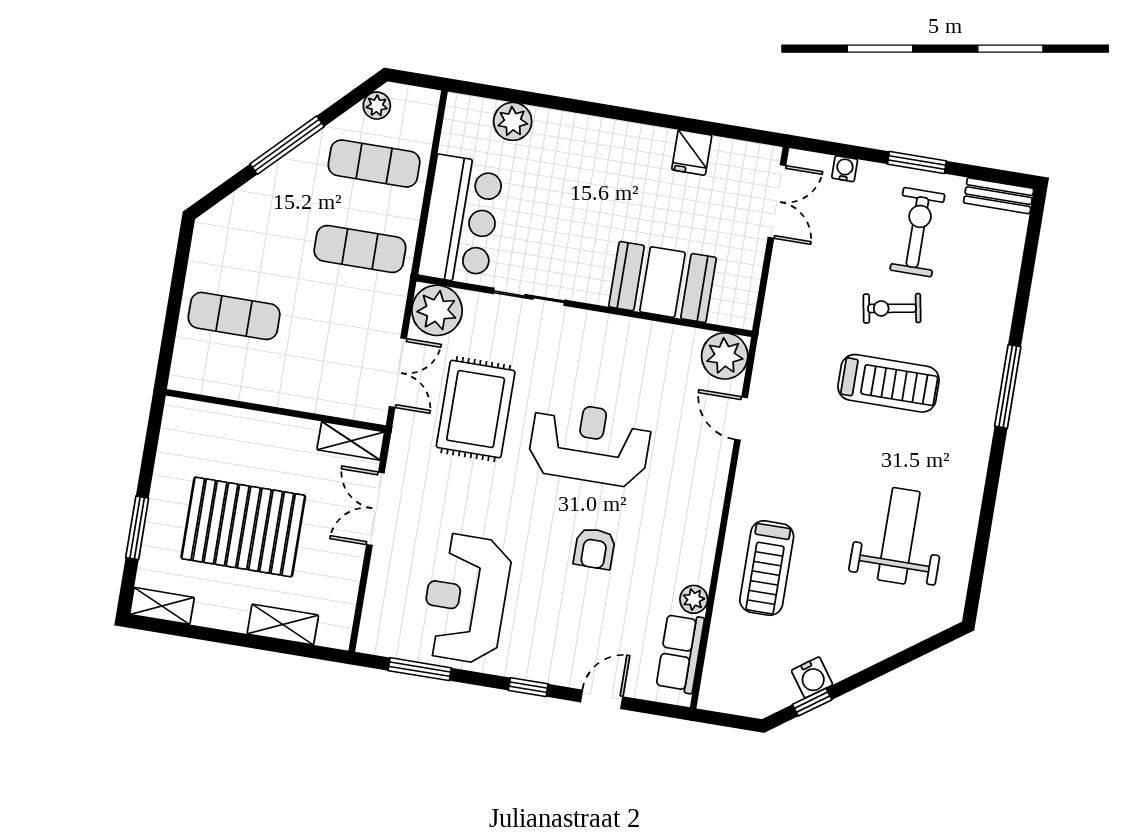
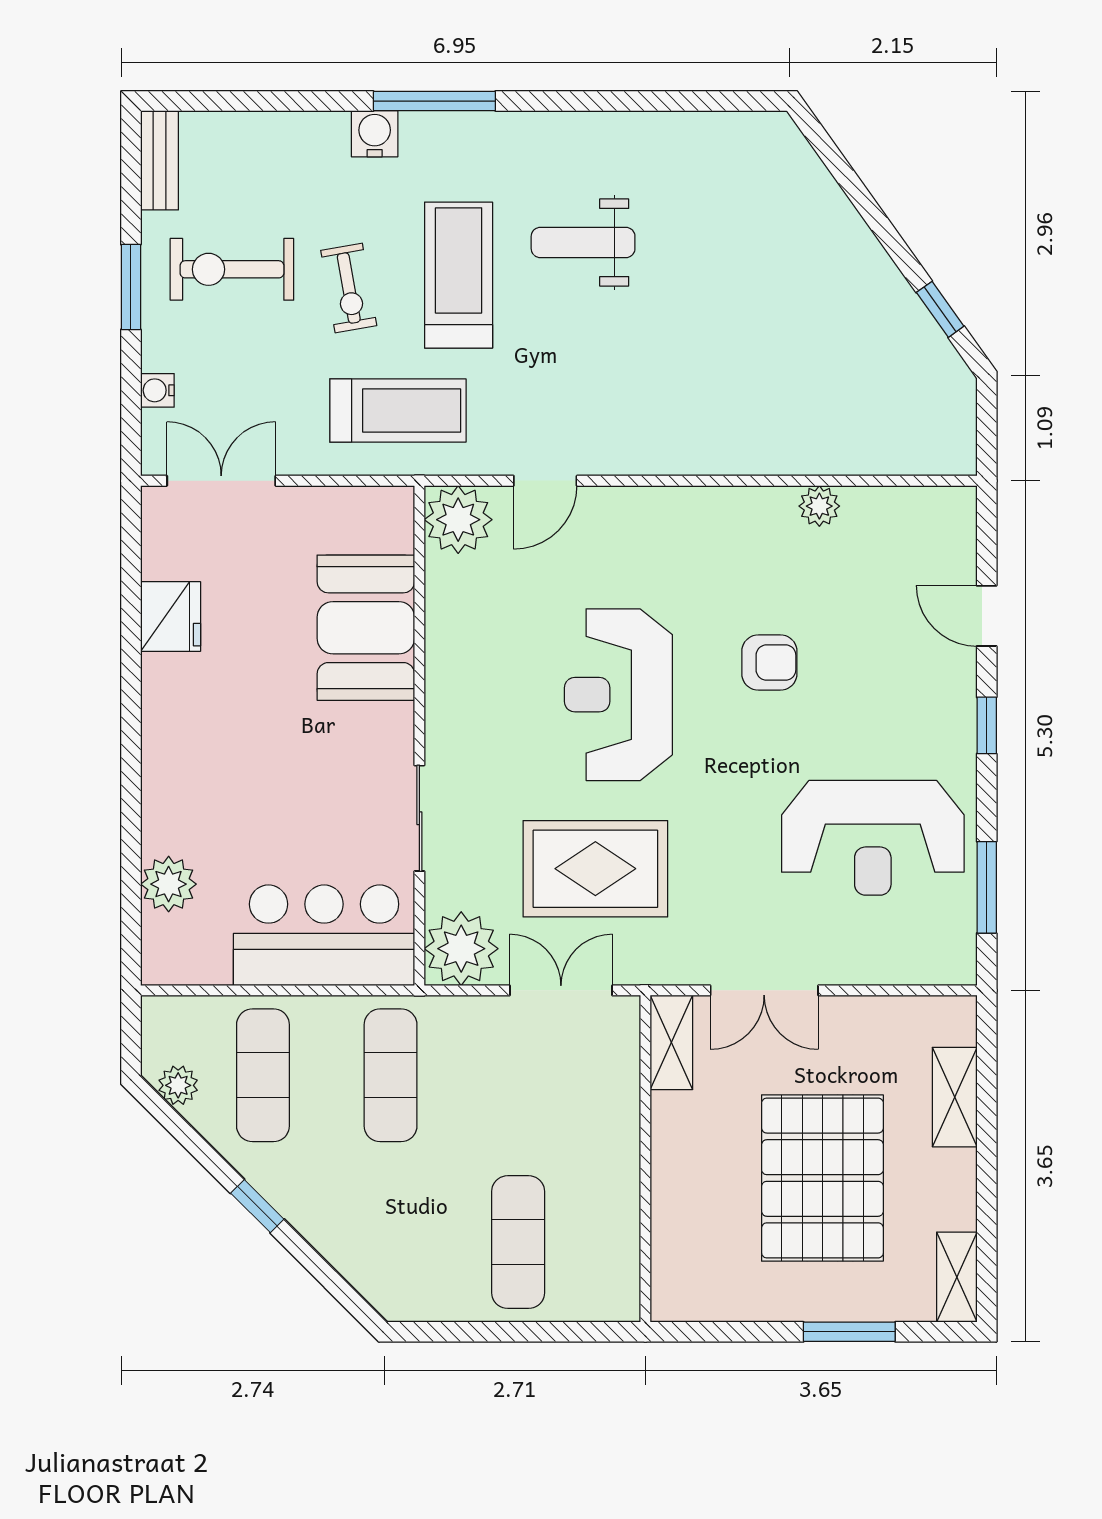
window: (287, 145) -> (257, 1206), width x0.46
fridge: (692, 152) -> (171, 617), width x1.38
weight bench: (899, 536) -> (583, 242), moved, width x0.73, depth x0.75
treadmill: (767, 568) -> (398, 410), moved
row of seats: (680, 653) -> (900, 513), removed
water cooler: (812, 677) -> (375, 134), moved, turned -55

